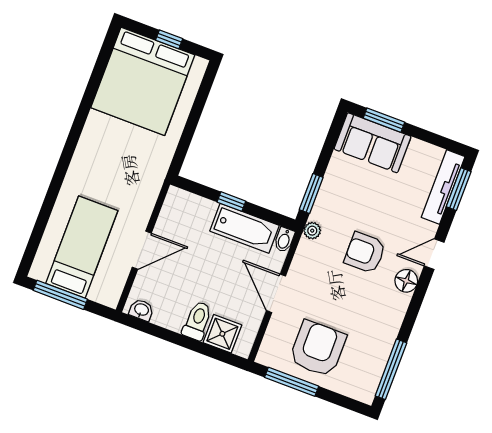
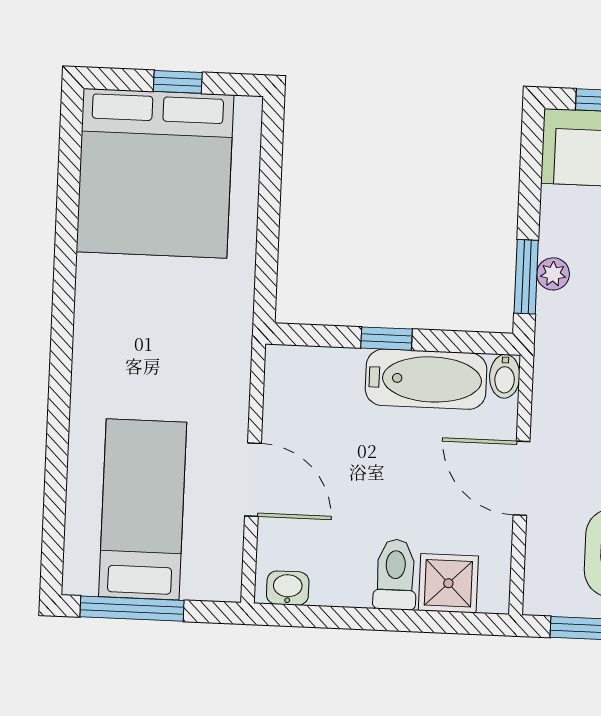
plant: (312, 231) -> (553, 274), moved
door: (142, 250) -> (253, 480), hinge flipped

